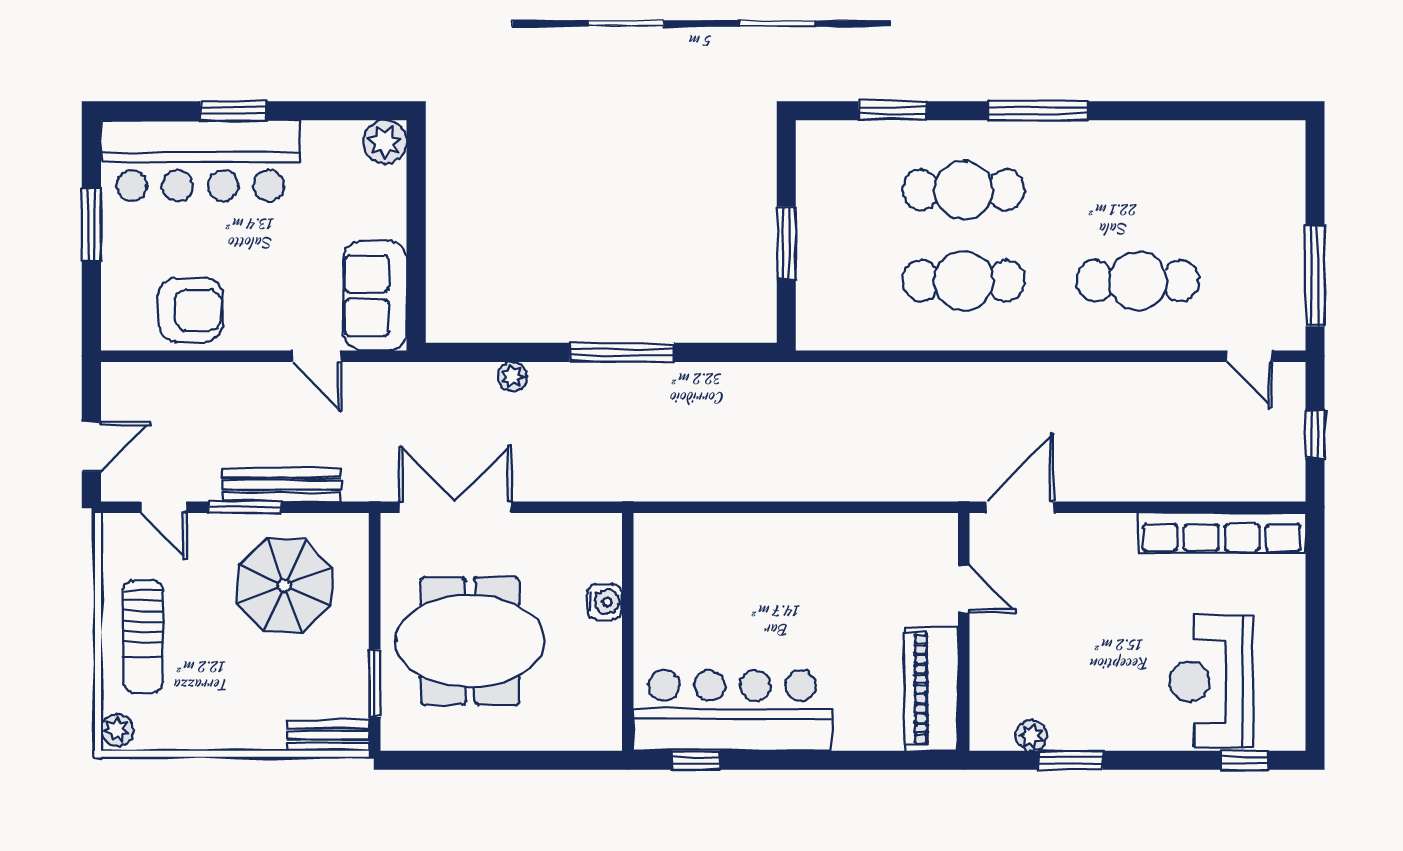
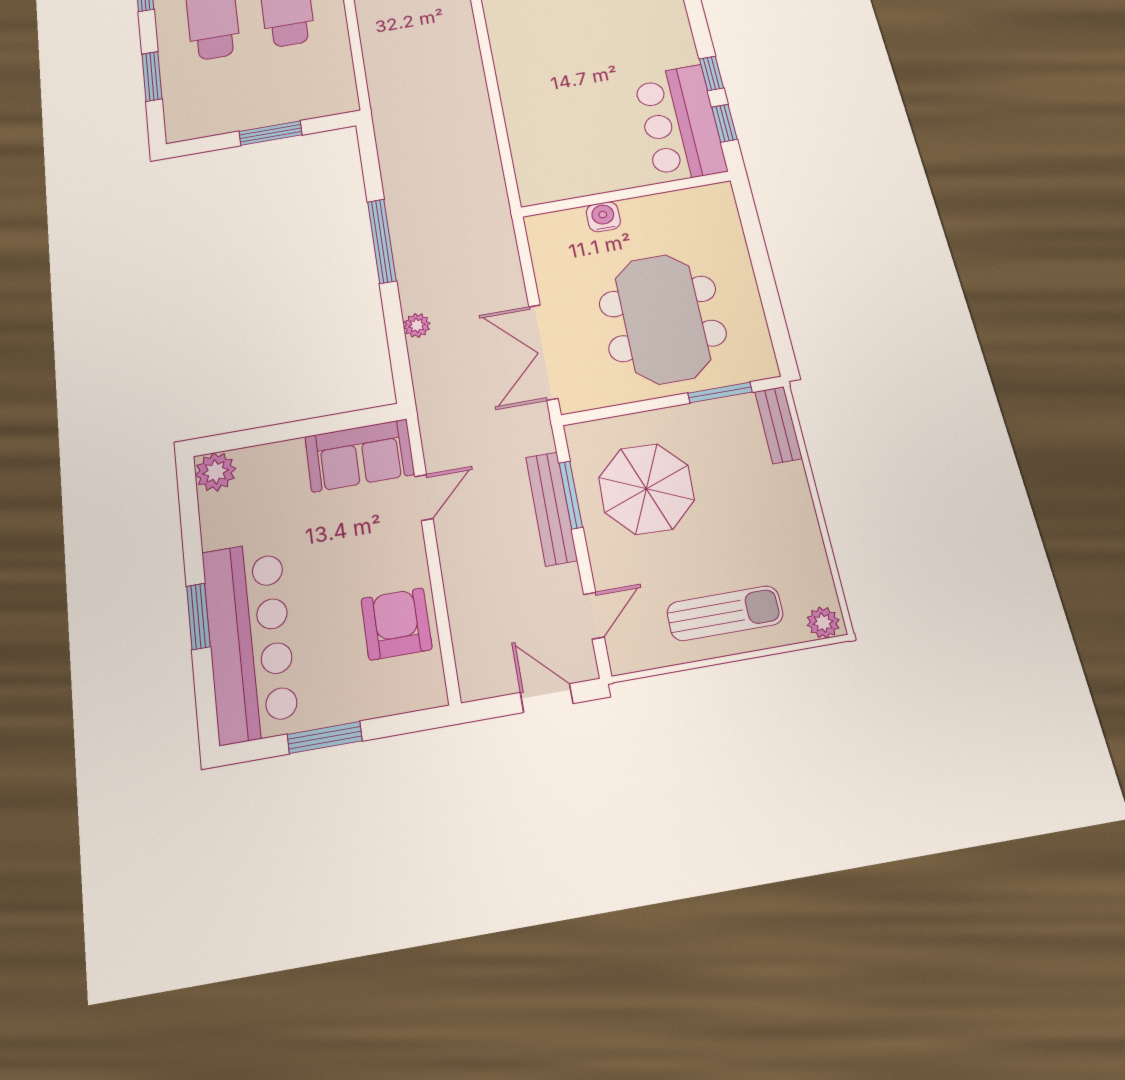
window: (245, 507) -> (571, 495), moved
bar counter: (732, 710) -> (680, 123), width x0.73
window: (764, 760) -> (711, 73), added

